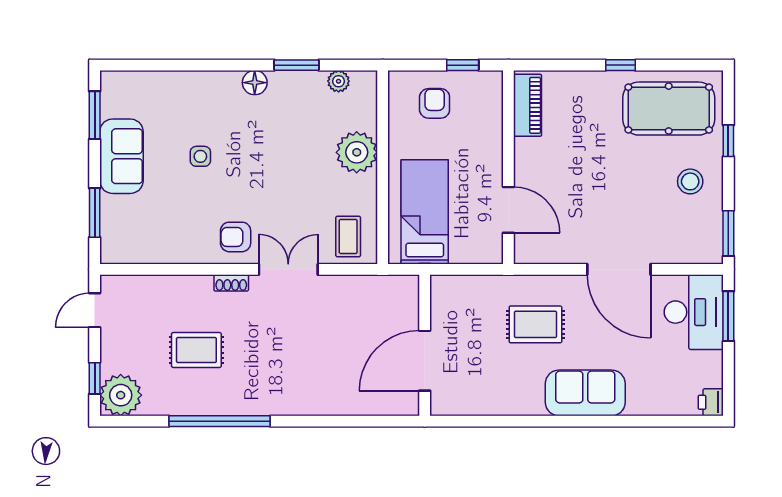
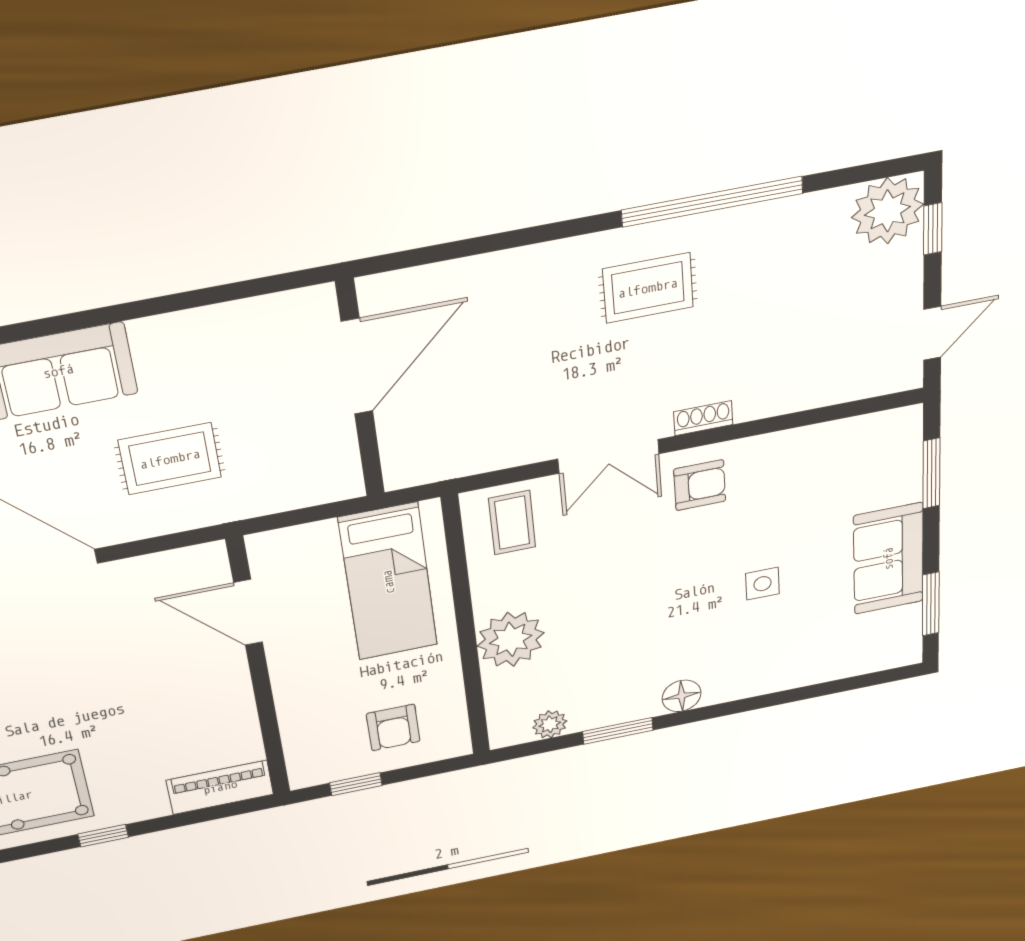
piano: (528, 105) -> (220, 787), moved, turned 90
rug: (196, 350) -> (648, 288), moved

